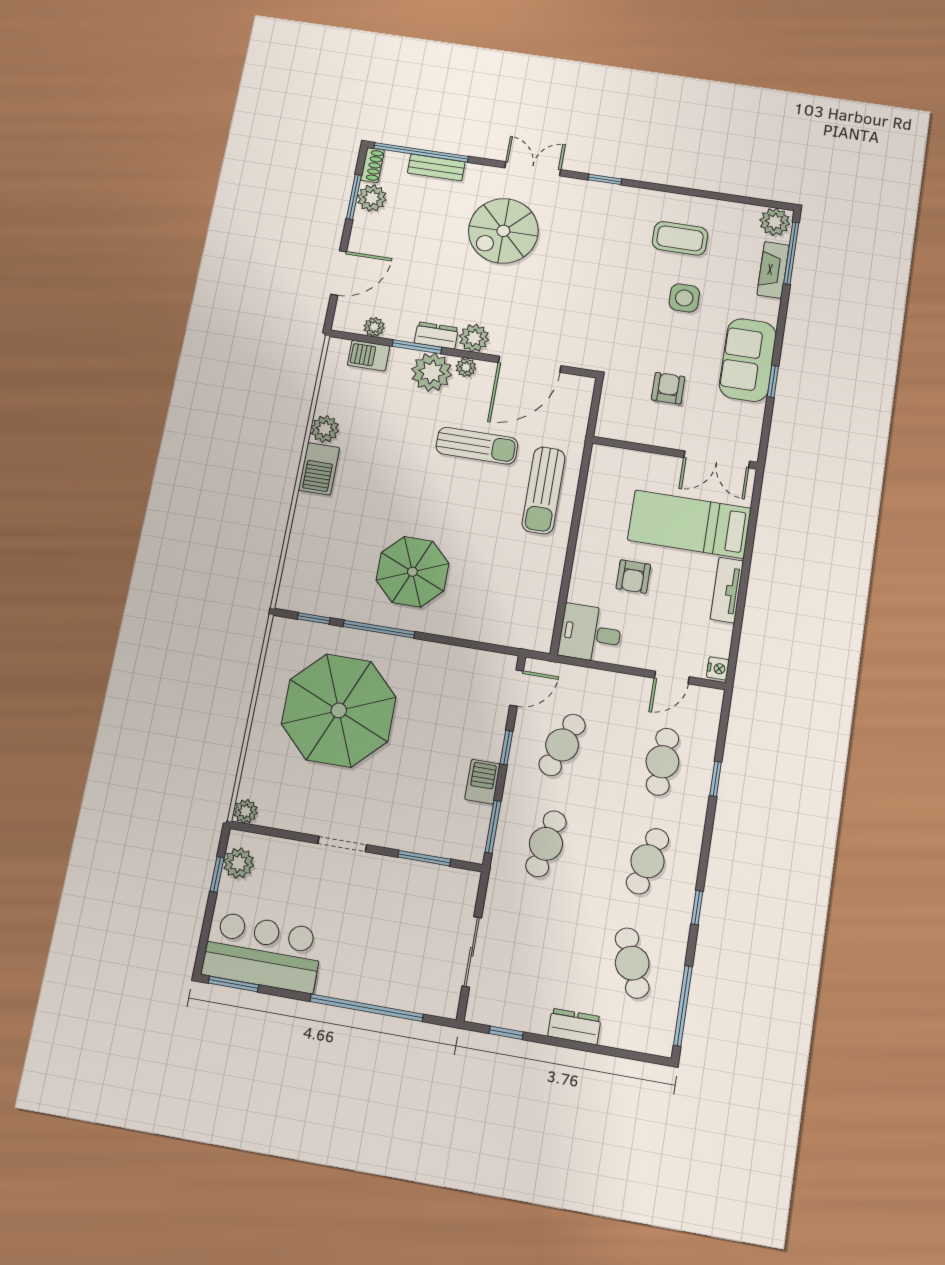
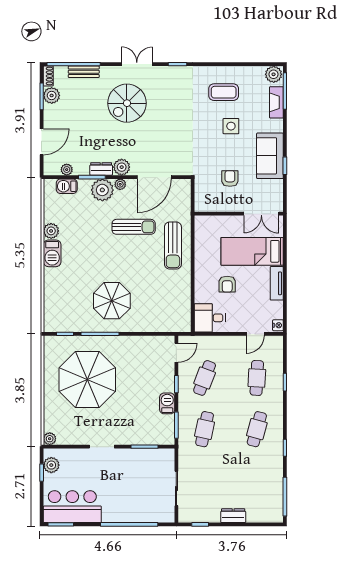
cafe table: (632, 963) -> (257, 480), removed

